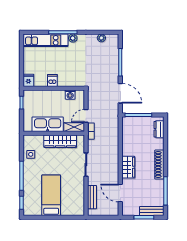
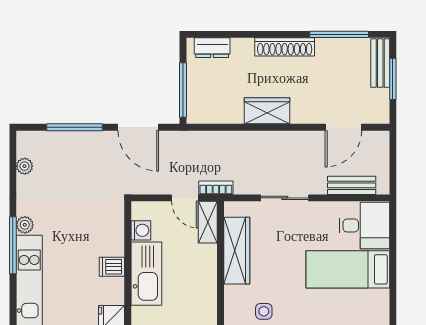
door: (120, 93) -> (138, 127), swing flipped
kitchen sink: (48, 124) -> (146, 274), moved, turned 180
wardrobe: (128, 167) -> (267, 111), moved
desk: (72, 203) -> (364, 225), added

